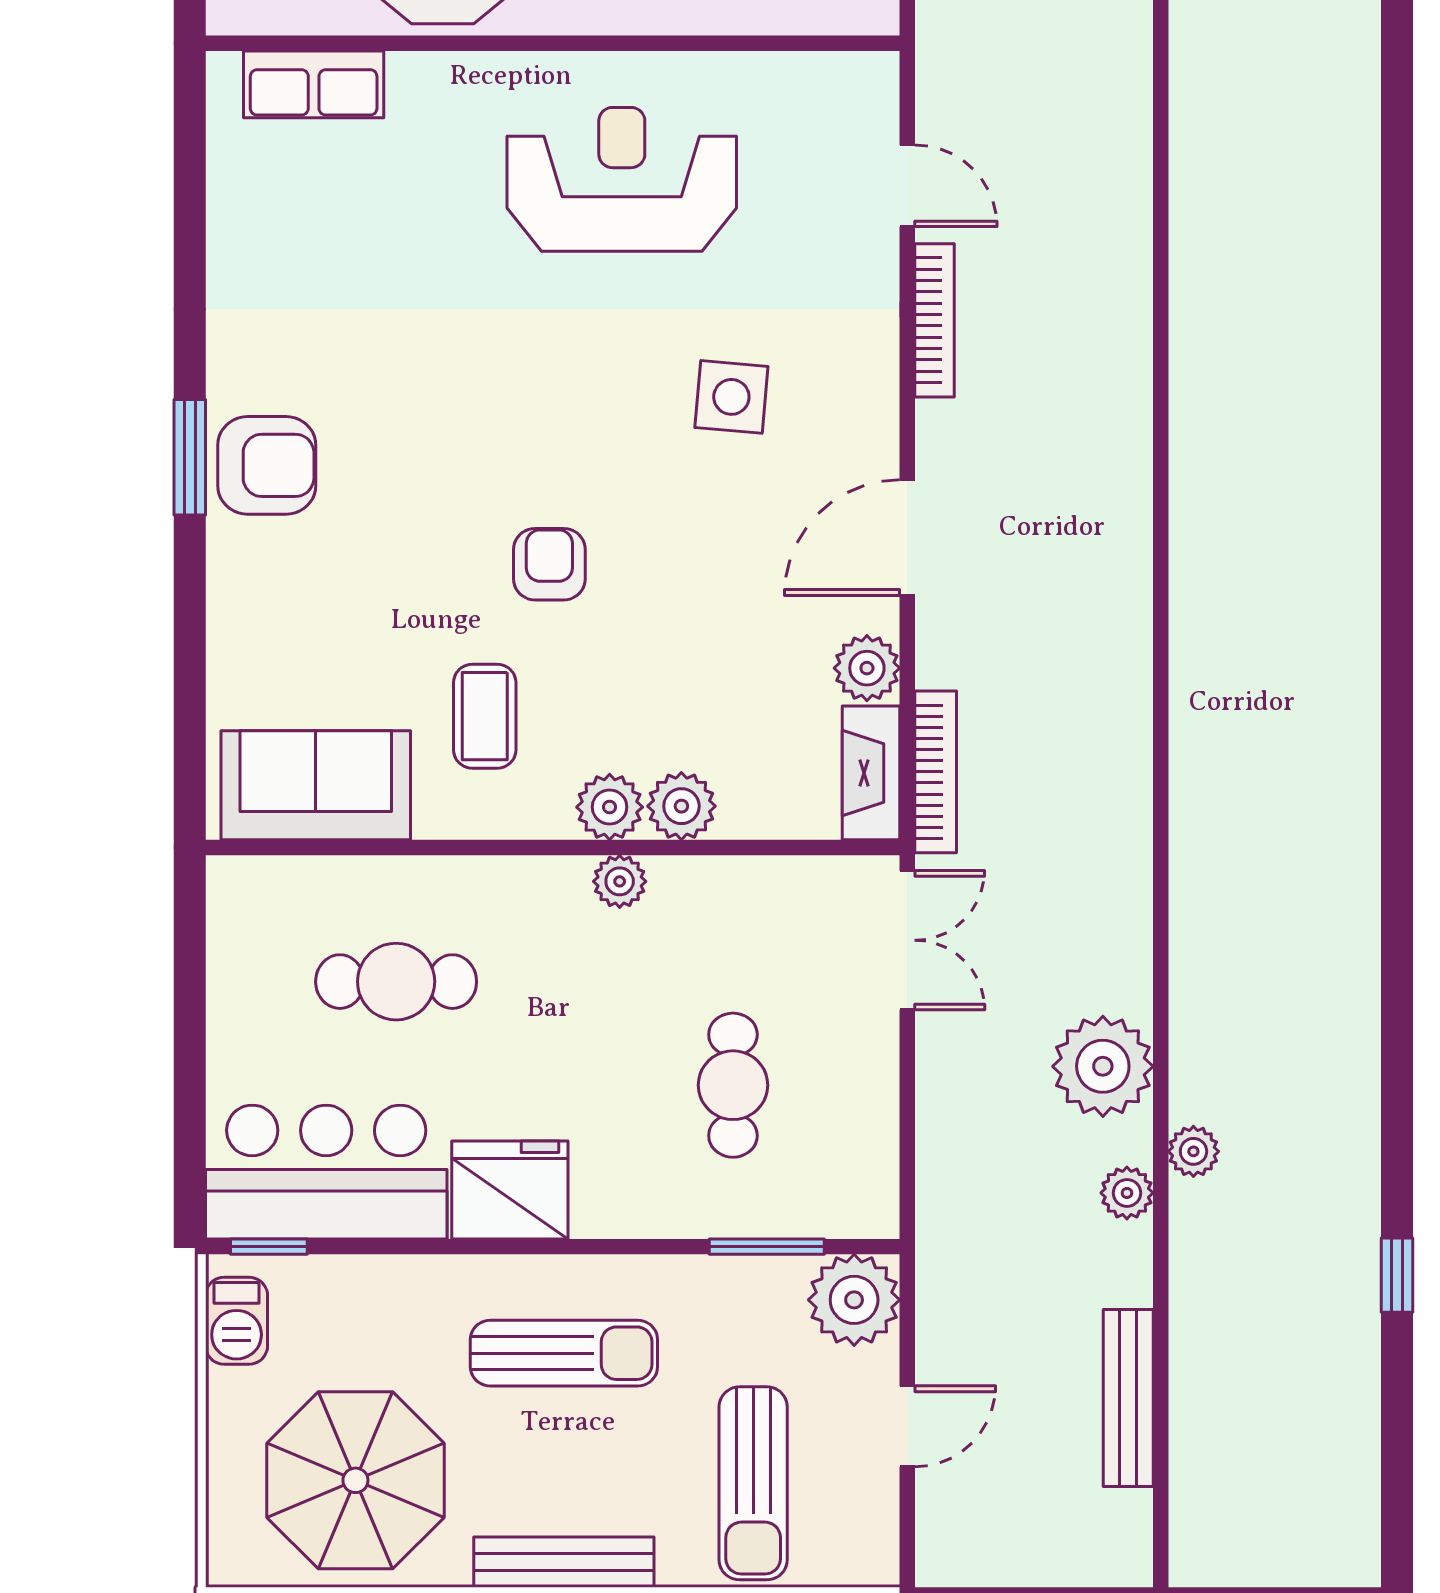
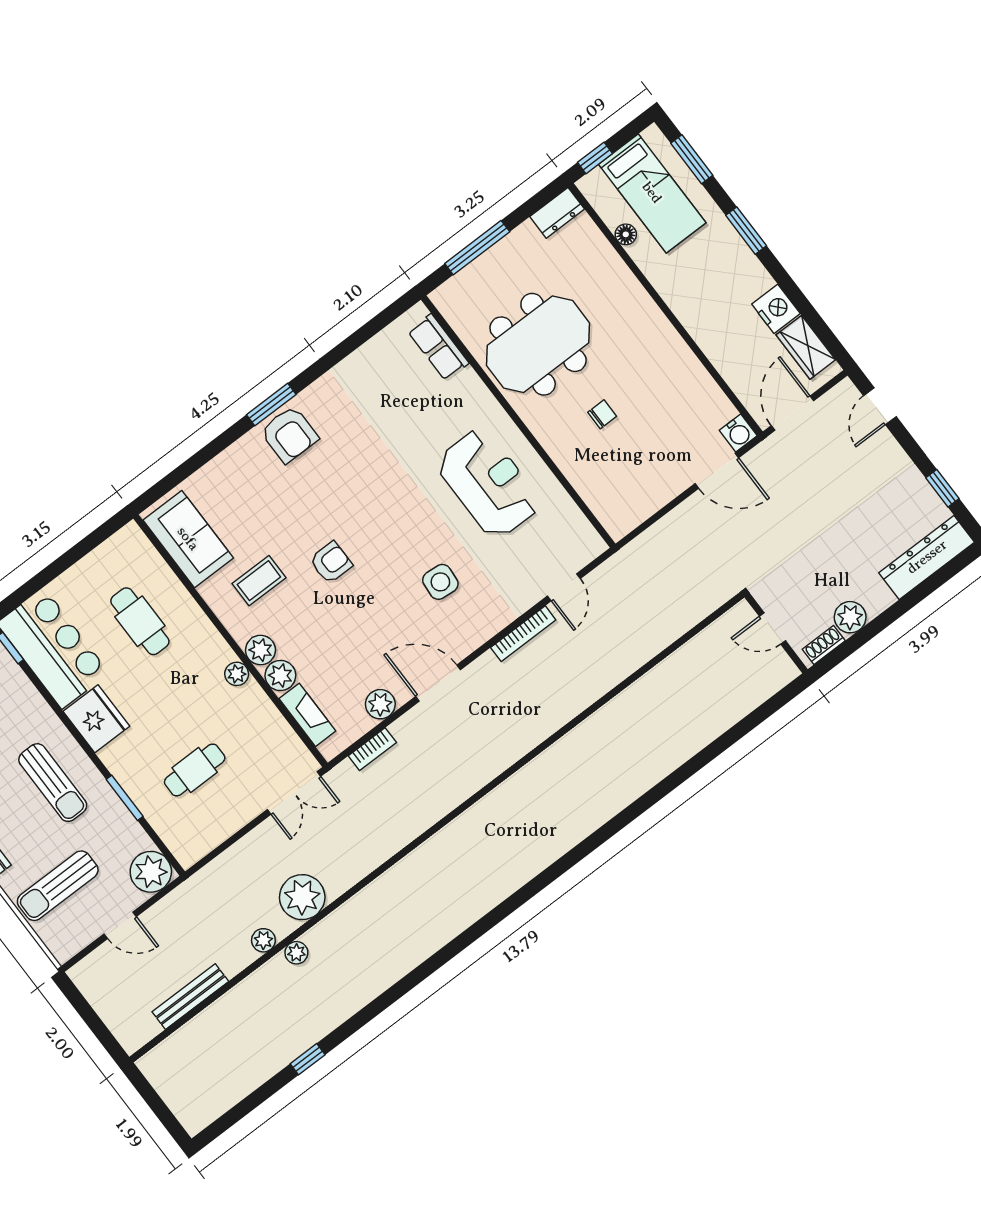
bookcase: (936, 772) -> (372, 749), width x0.64
fireplace: (871, 773) -> (307, 715), moved, turned 90
window: (767, 1247) -> (125, 798), moved

